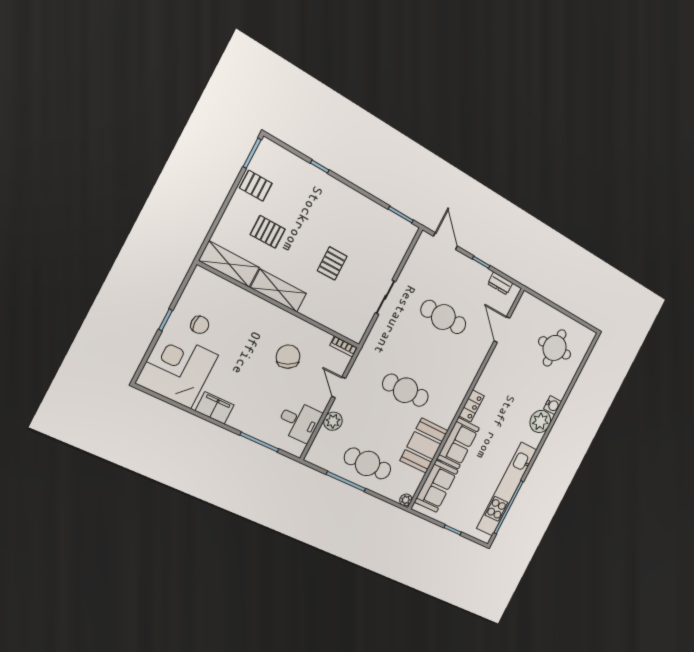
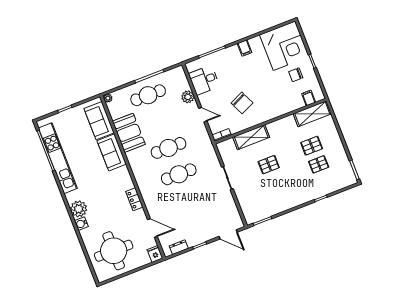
pallet: (256, 186) -> (319, 164), moved
pallet: (332, 263) -> (269, 165), turned 90
filing cabinet: (214, 285) -> (309, 98), added
shelving: (279, 291) -> (251, 137), moved
fridge: (526, 302) -> (155, 254), added
cafe table: (443, 317) -> (179, 174), moved
round table: (555, 348) -> (114, 251), width x1.36, depth x1.36
locker: (472, 406) -> (134, 199), moved
filing cabinet: (215, 408) -> (245, 48), width x0.50

